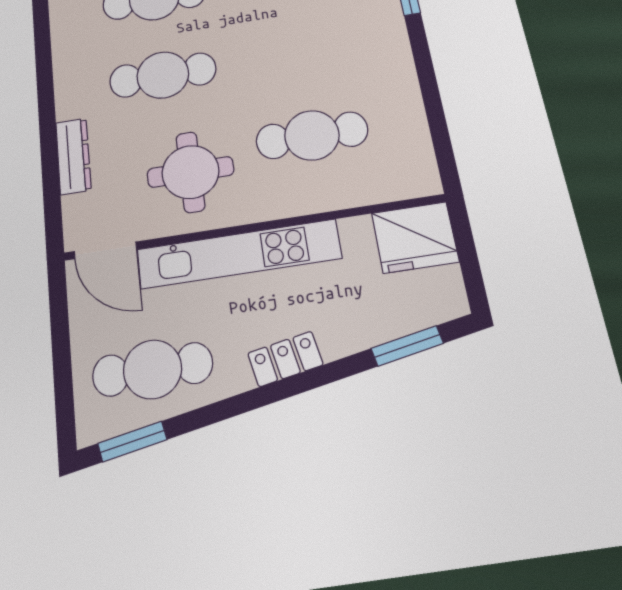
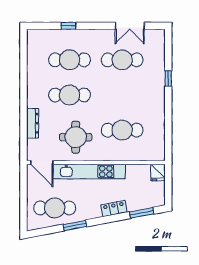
fridge: (415, 237) -> (158, 172), width x0.53, depth x0.75
locker: (285, 359) -> (114, 209), moved
window: (132, 442) -> (75, 225), moved

